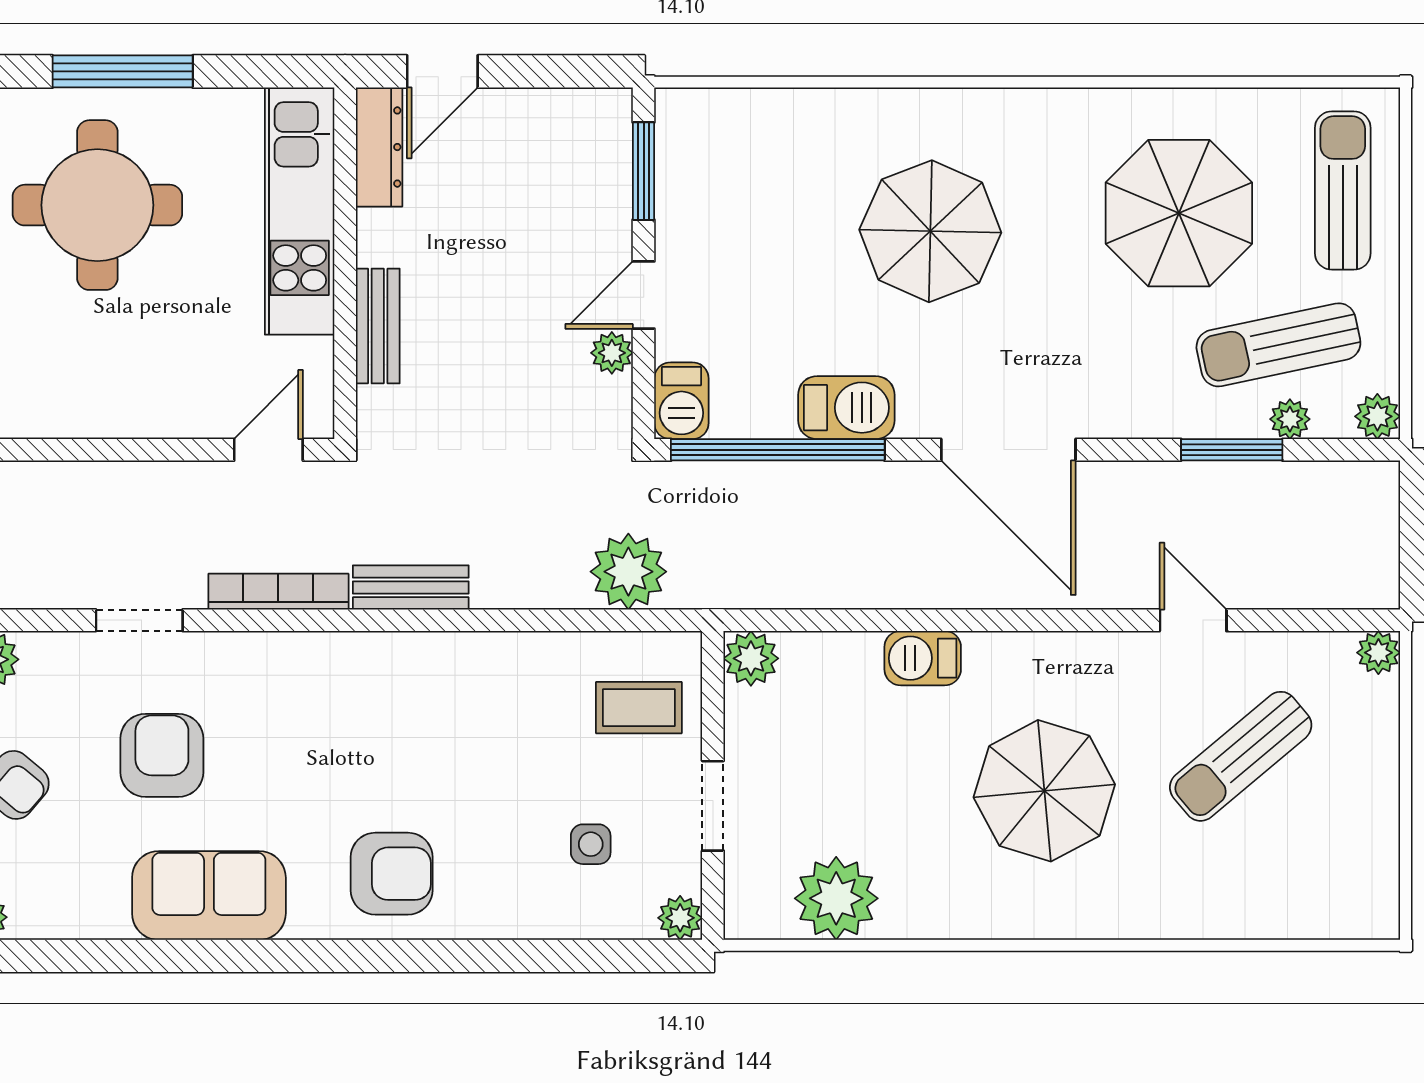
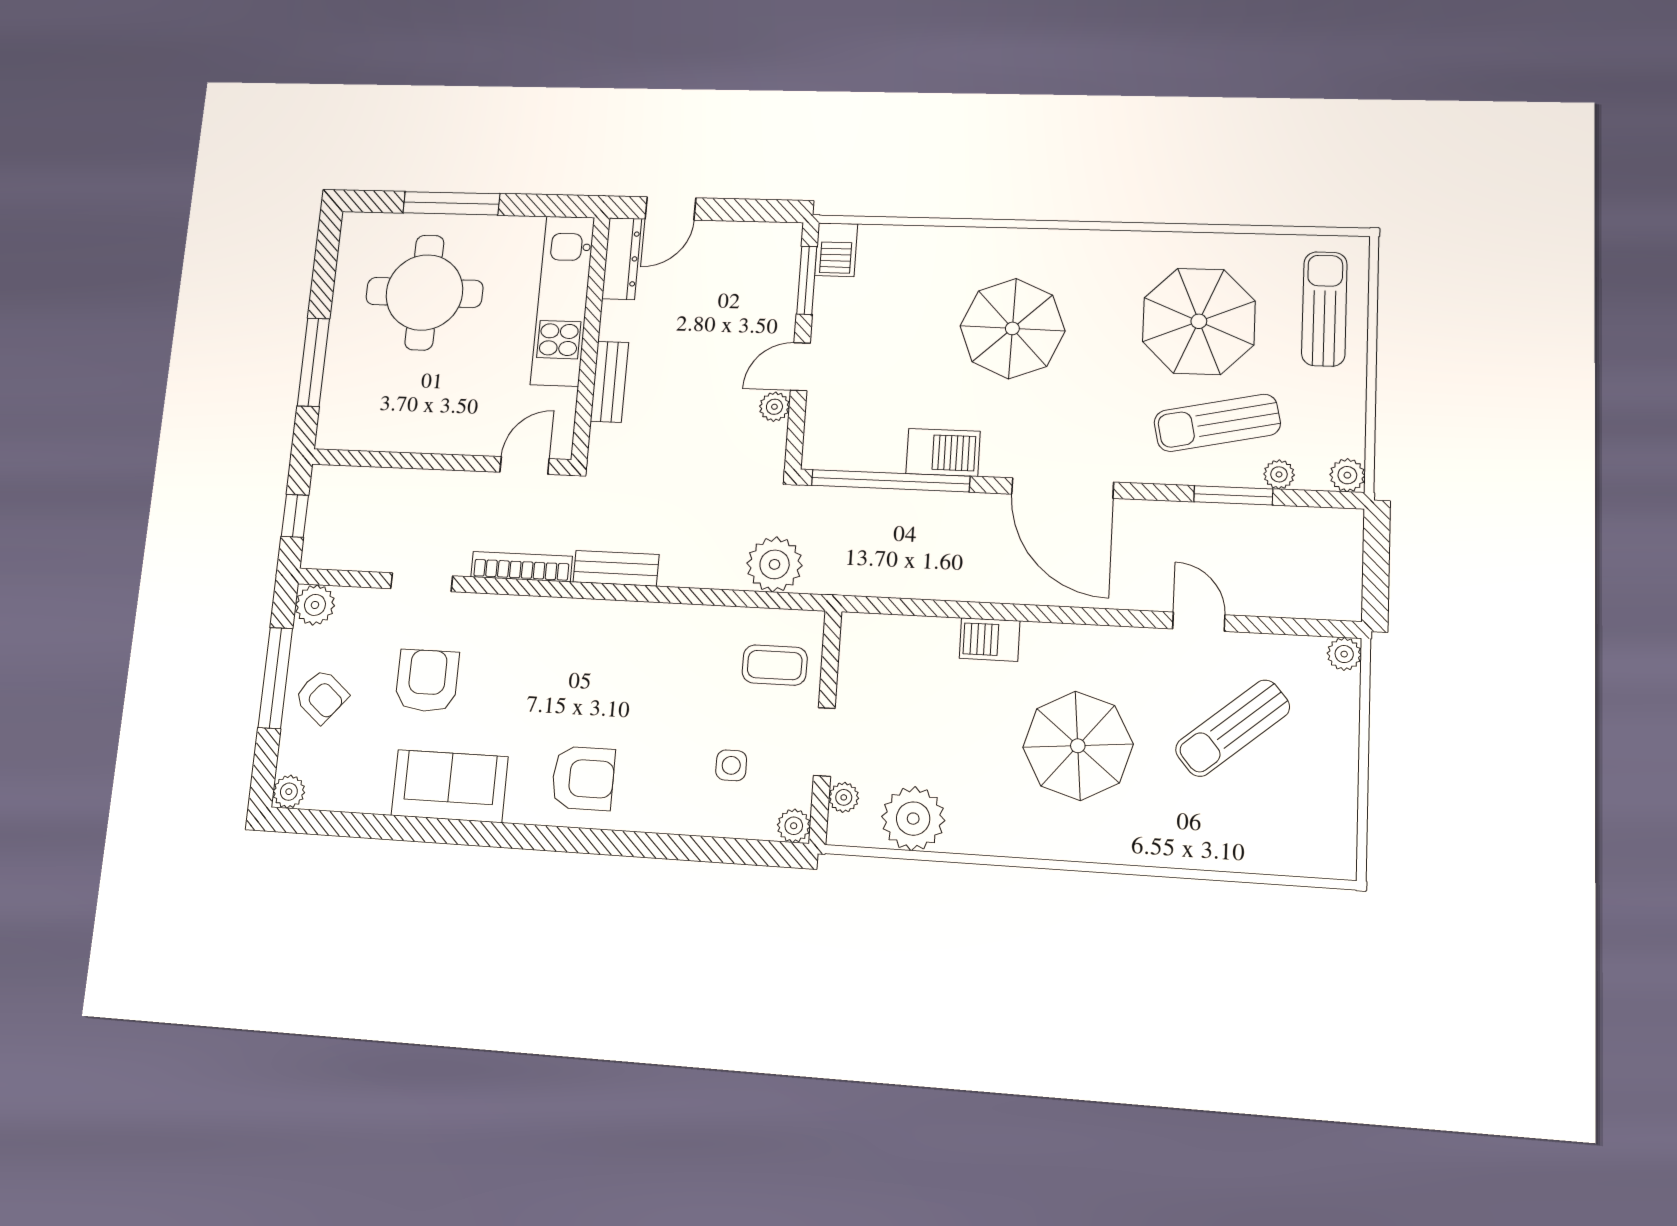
sun lounger: (1278, 345) -> (1217, 423), moved
barbecue: (681, 401) -> (836, 250), moved
plant: (751, 658) -> (844, 797), moved, width x0.73, depth x0.73

